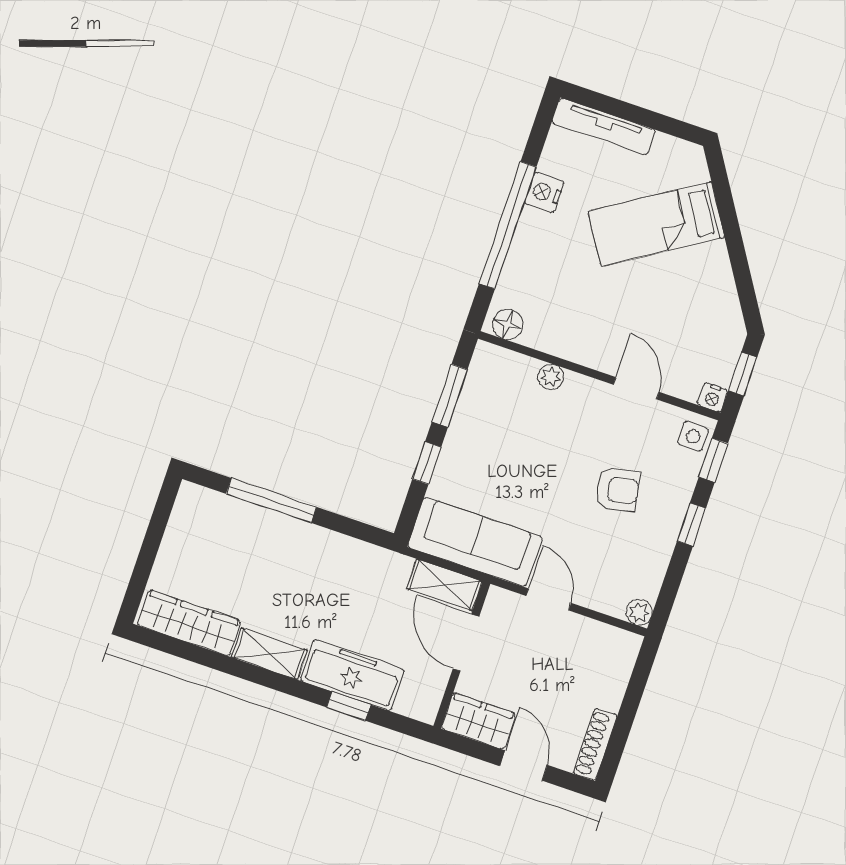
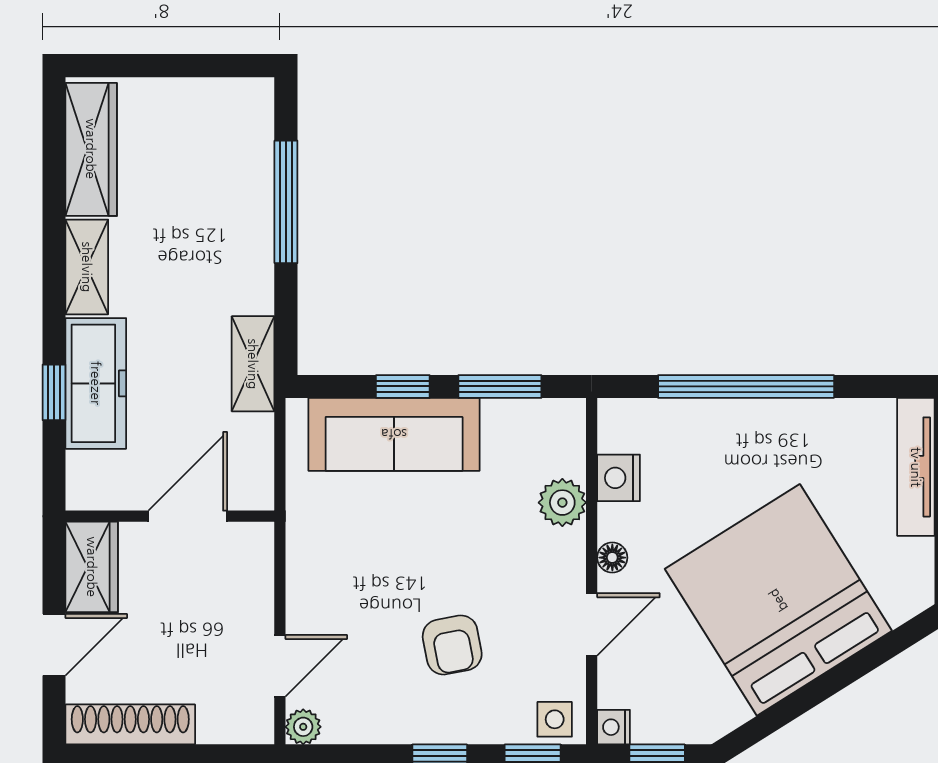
nightstand: (544, 192) -> (619, 478), moved, turned -90
bed: (656, 224) -> (778, 600), width x2.04
floor lamp: (508, 324) -> (612, 558), moved, width x0.73, depth x0.73
plant: (551, 377) -> (562, 503), width x1.38, depth x1.38
sofa: (475, 542) -> (394, 434), moved, turned 90
shelving: (445, 585) -> (253, 364), moved
door: (548, 599) -> (280, 666), moved
shoe rack: (595, 744) -> (130, 724), width x1.36, depth x1.24

